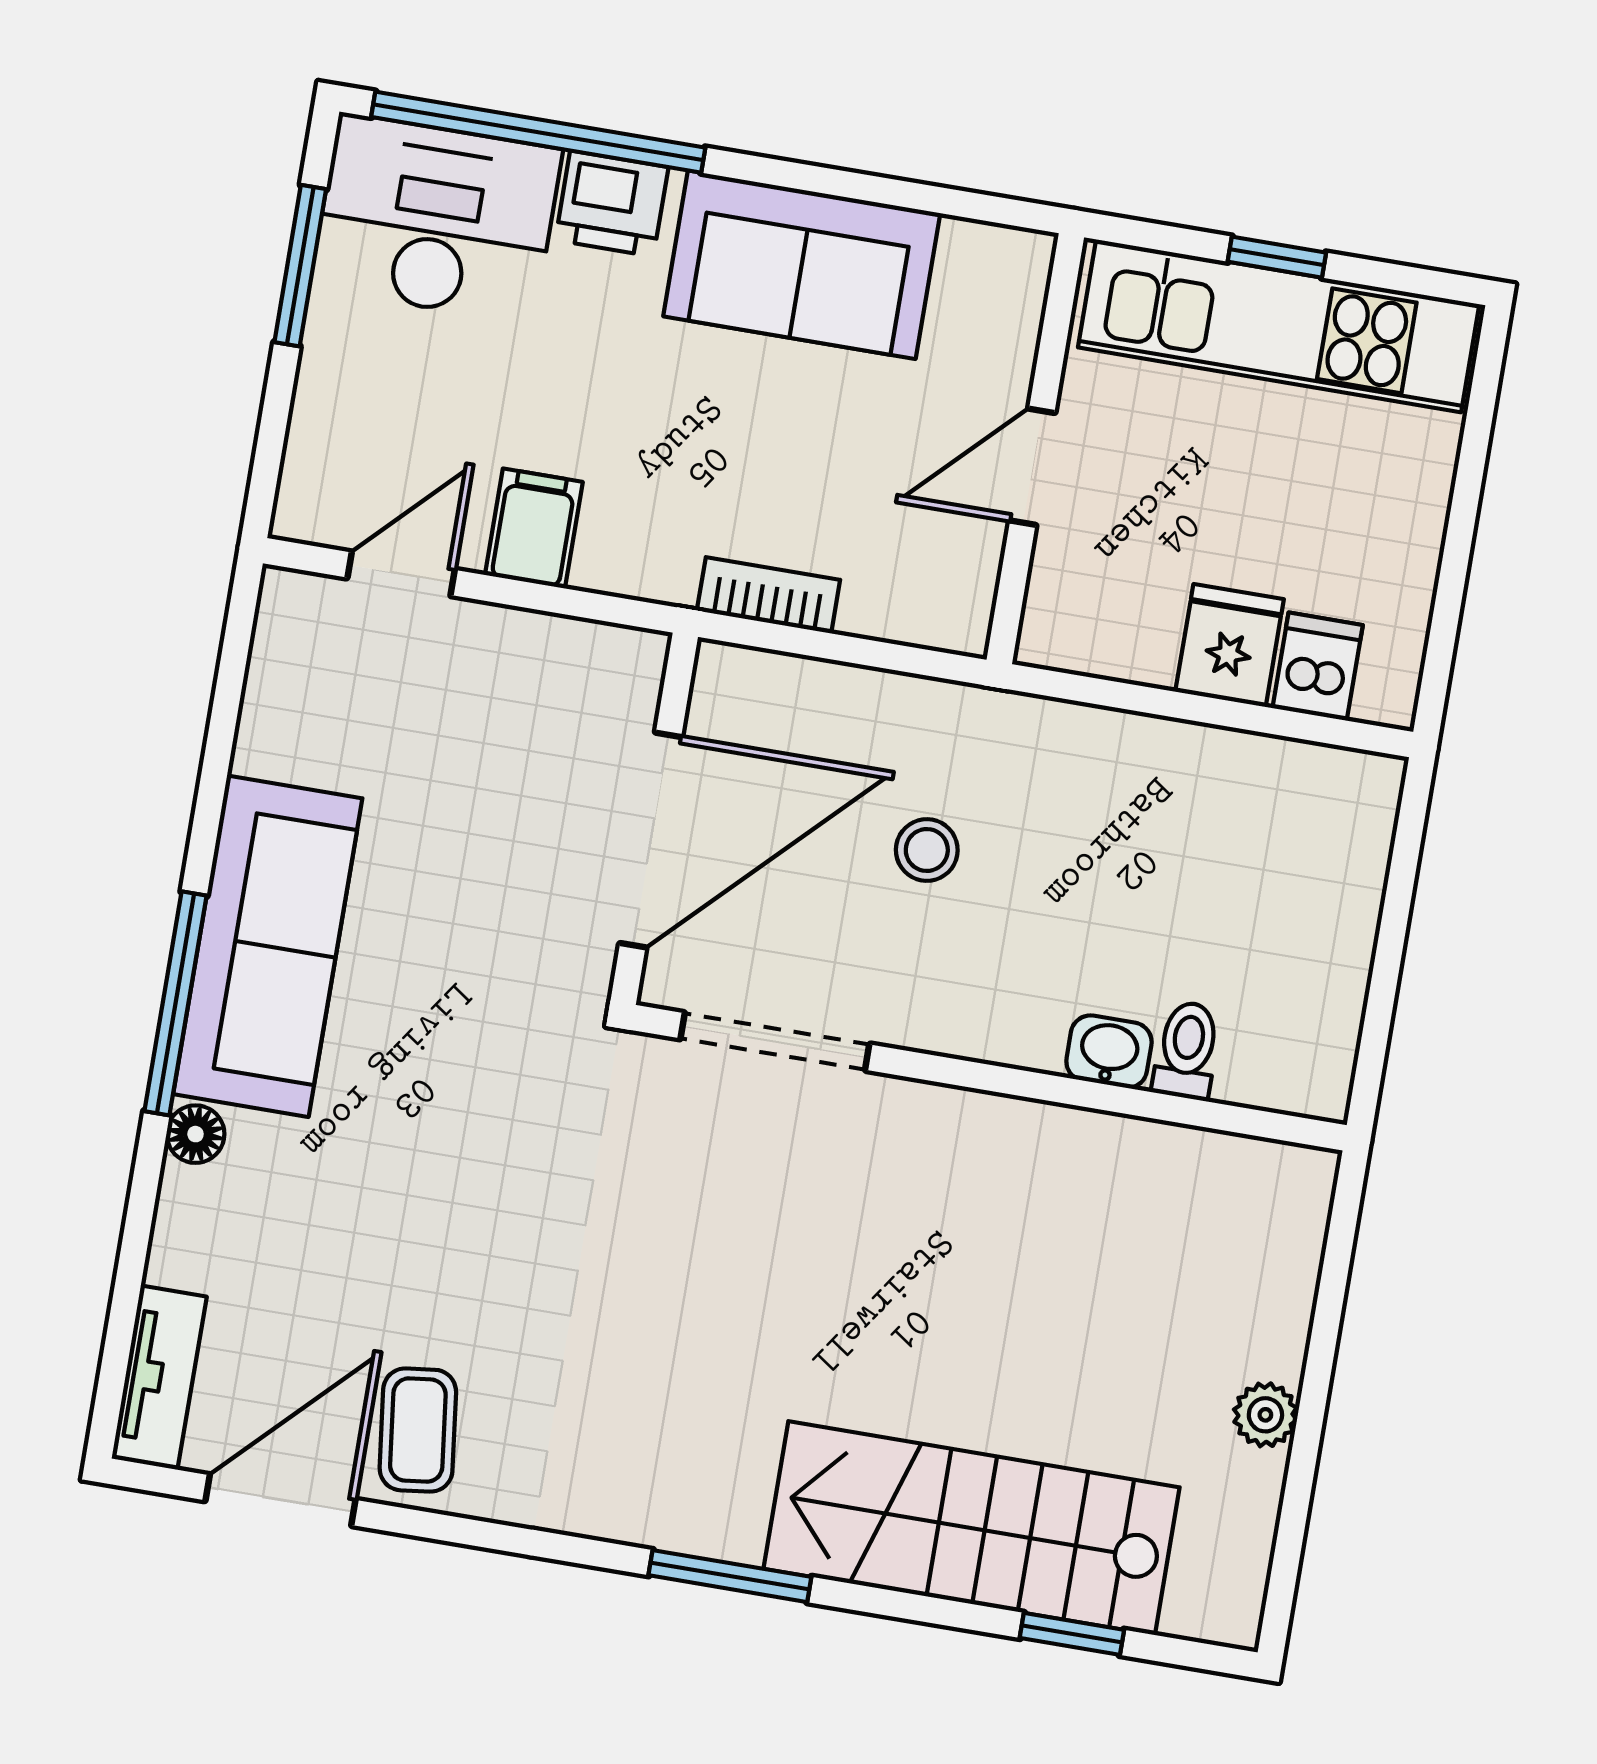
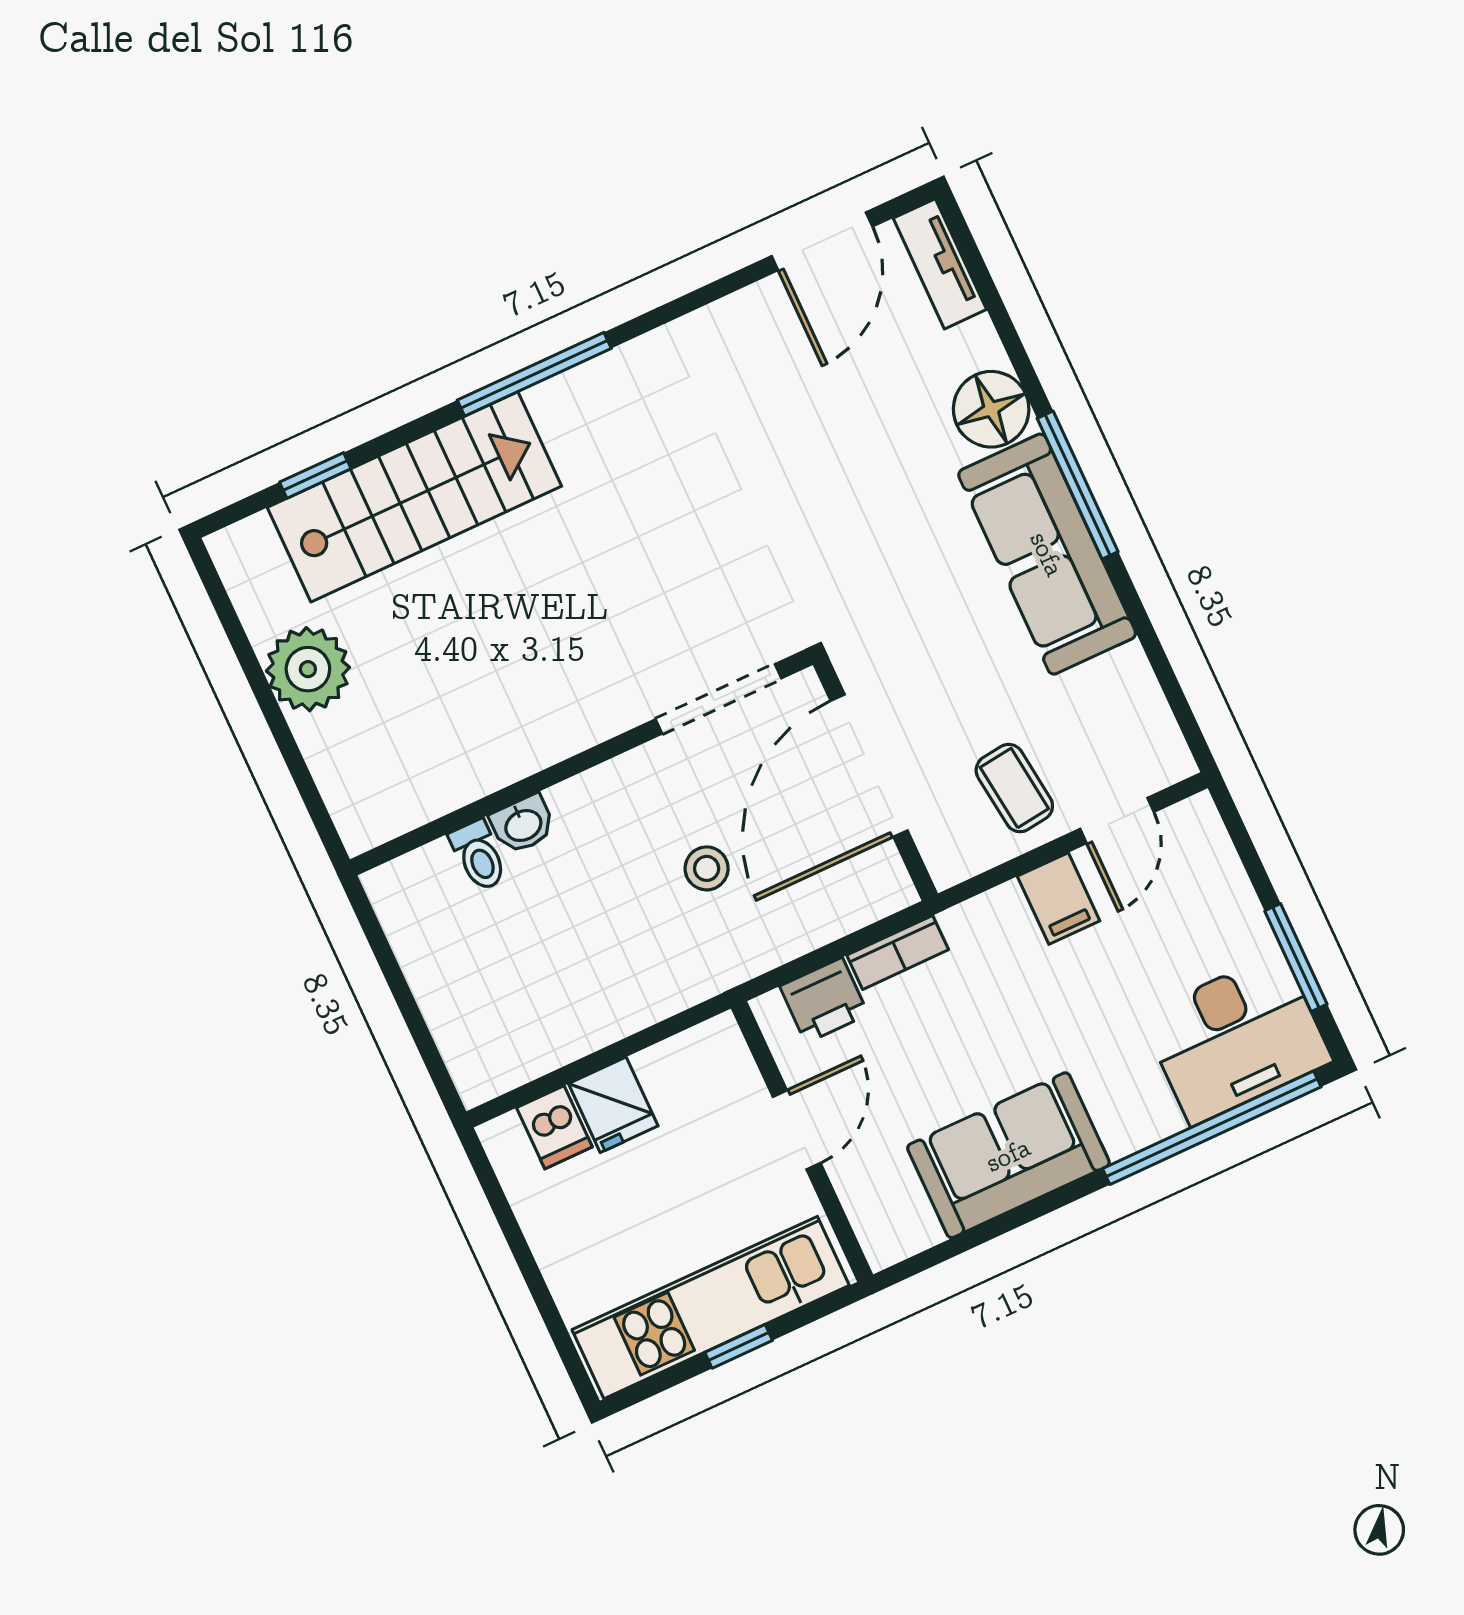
printer: (612, 204) -> (824, 1000), moved, turned 180
floor lamp: (196, 1134) -> (991, 409), width x1.89, depth x1.89
plant: (1265, 1415) -> (308, 669), width x1.88, depth x1.88
coffee table: (418, 1430) -> (1014, 788), moved
window: (730, 1576) -> (534, 374), width x1.44

